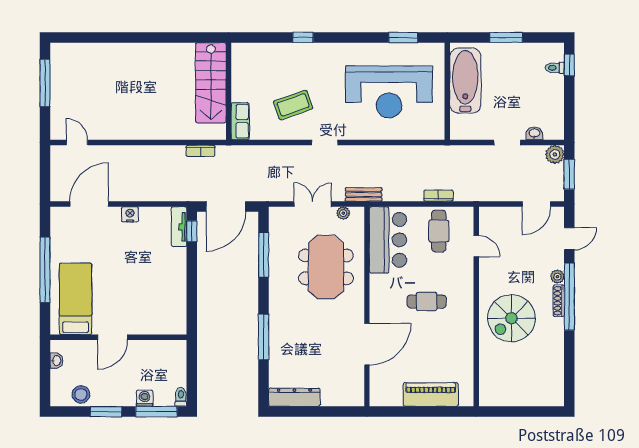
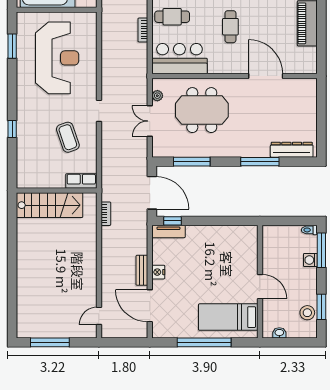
bench: (364, 194) -> (142, 270), moved
bookcase: (438, 196) -> (143, 30), moved
dresser: (294, 397) -> (292, 150), moved, turned 90
window: (106, 412) -> (321, 307), moved

